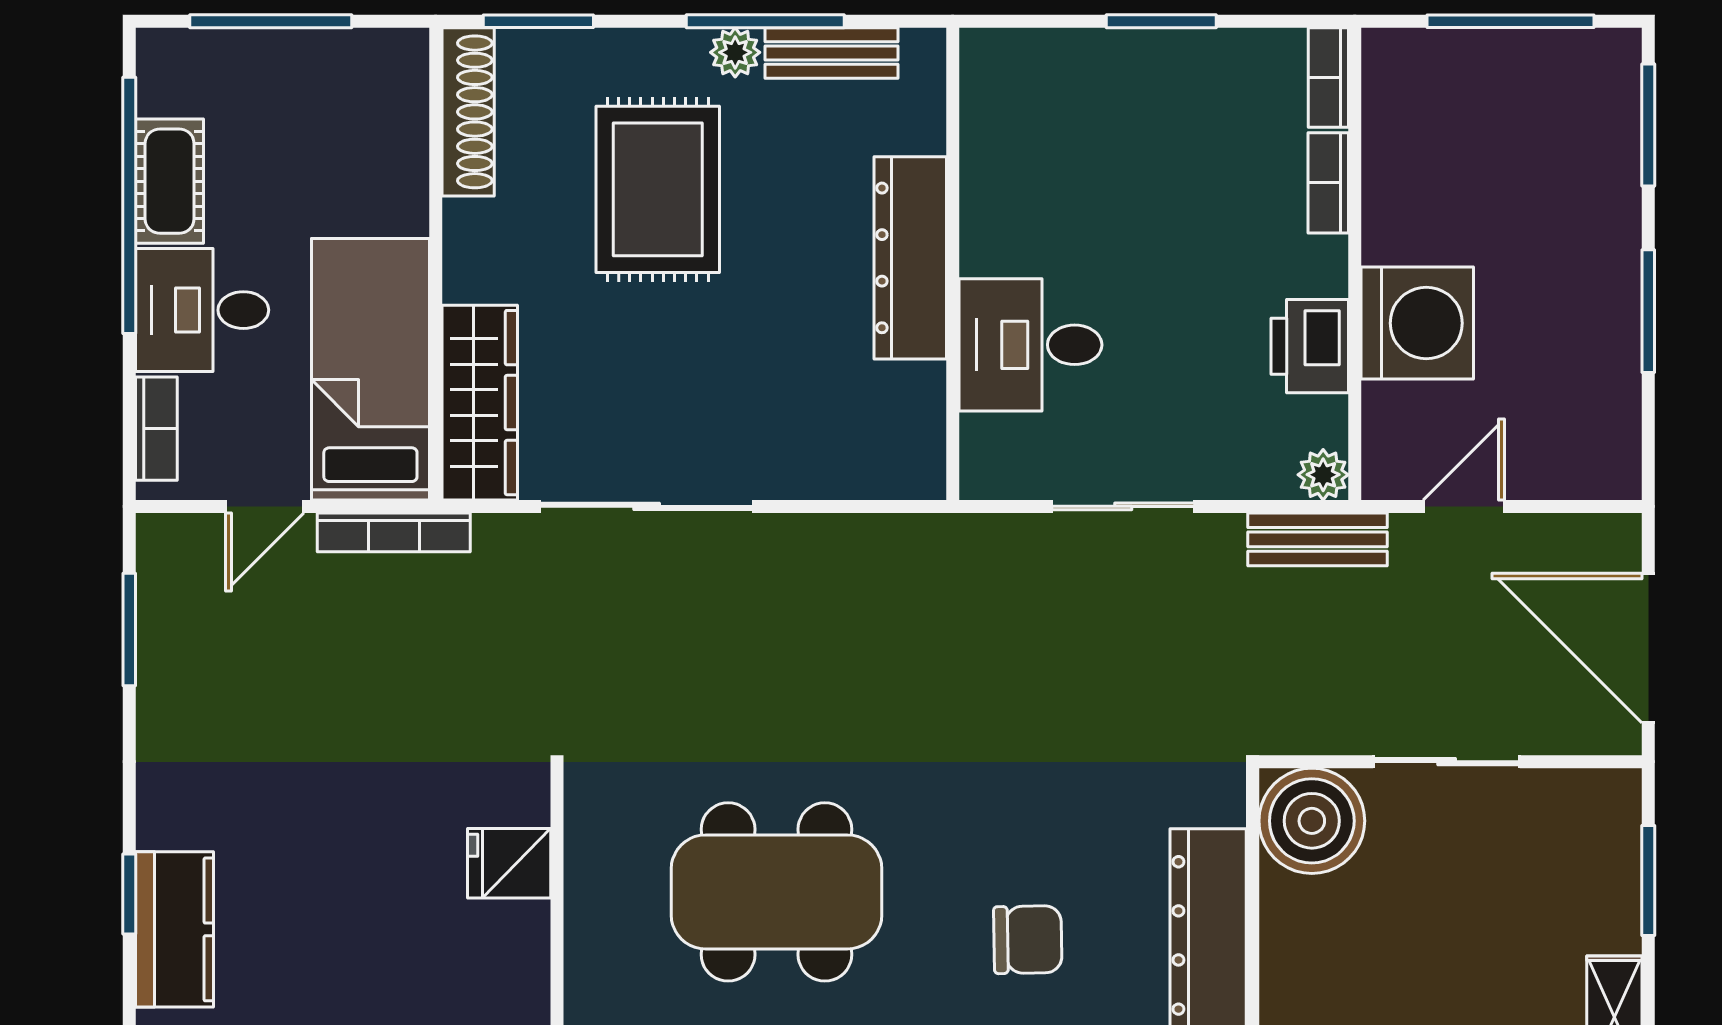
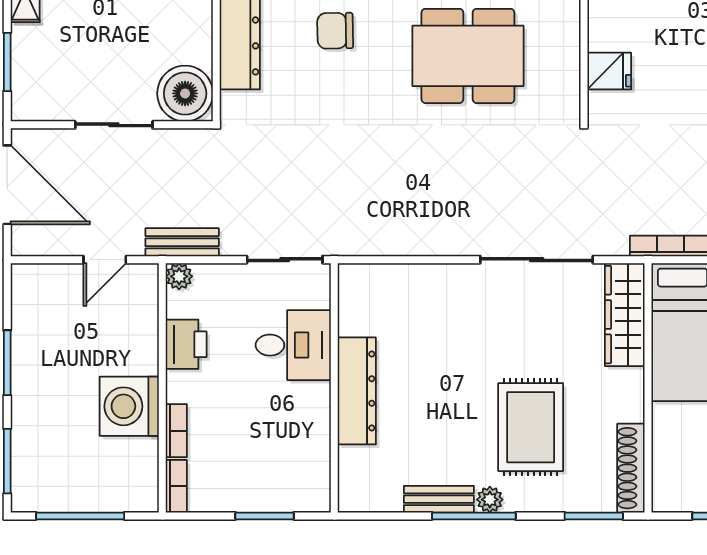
dresser: (910, 258) -> (357, 391), moved
wall: (953, 264) -> (334, 388), moved
washing machine: (1417, 323) -> (129, 406), moved
desk: (1030, 345) -> (293, 345), moved

